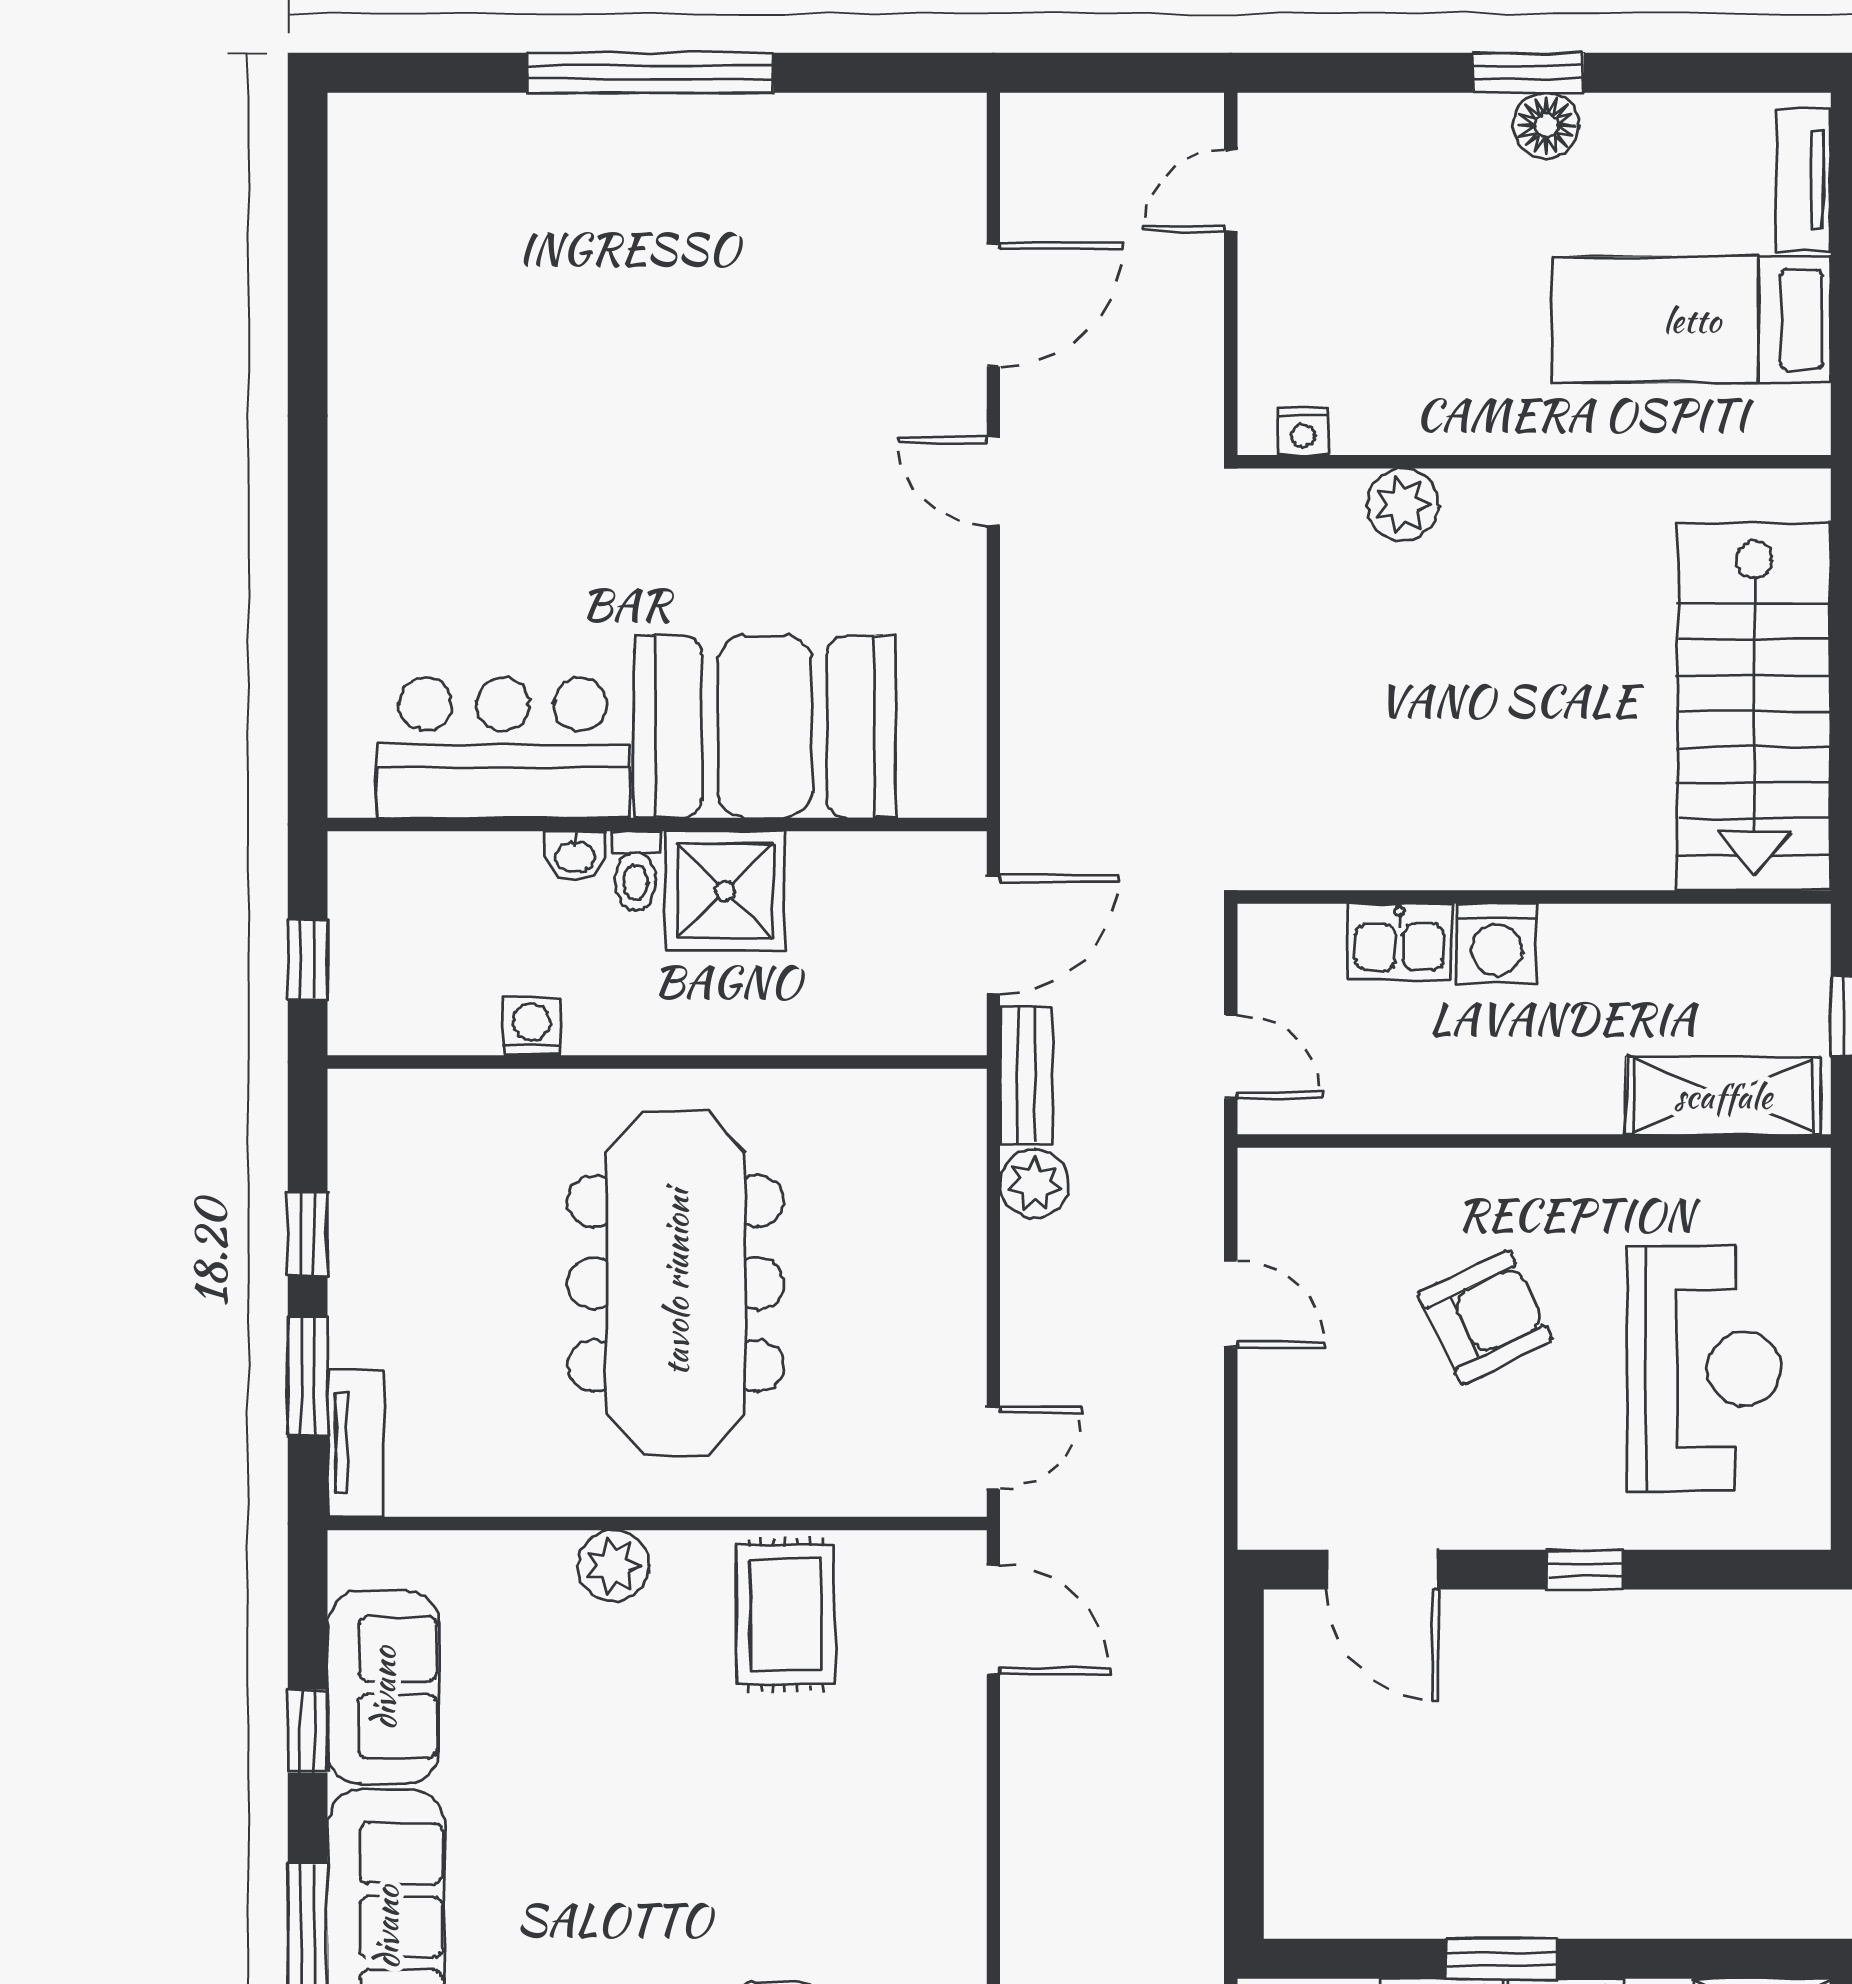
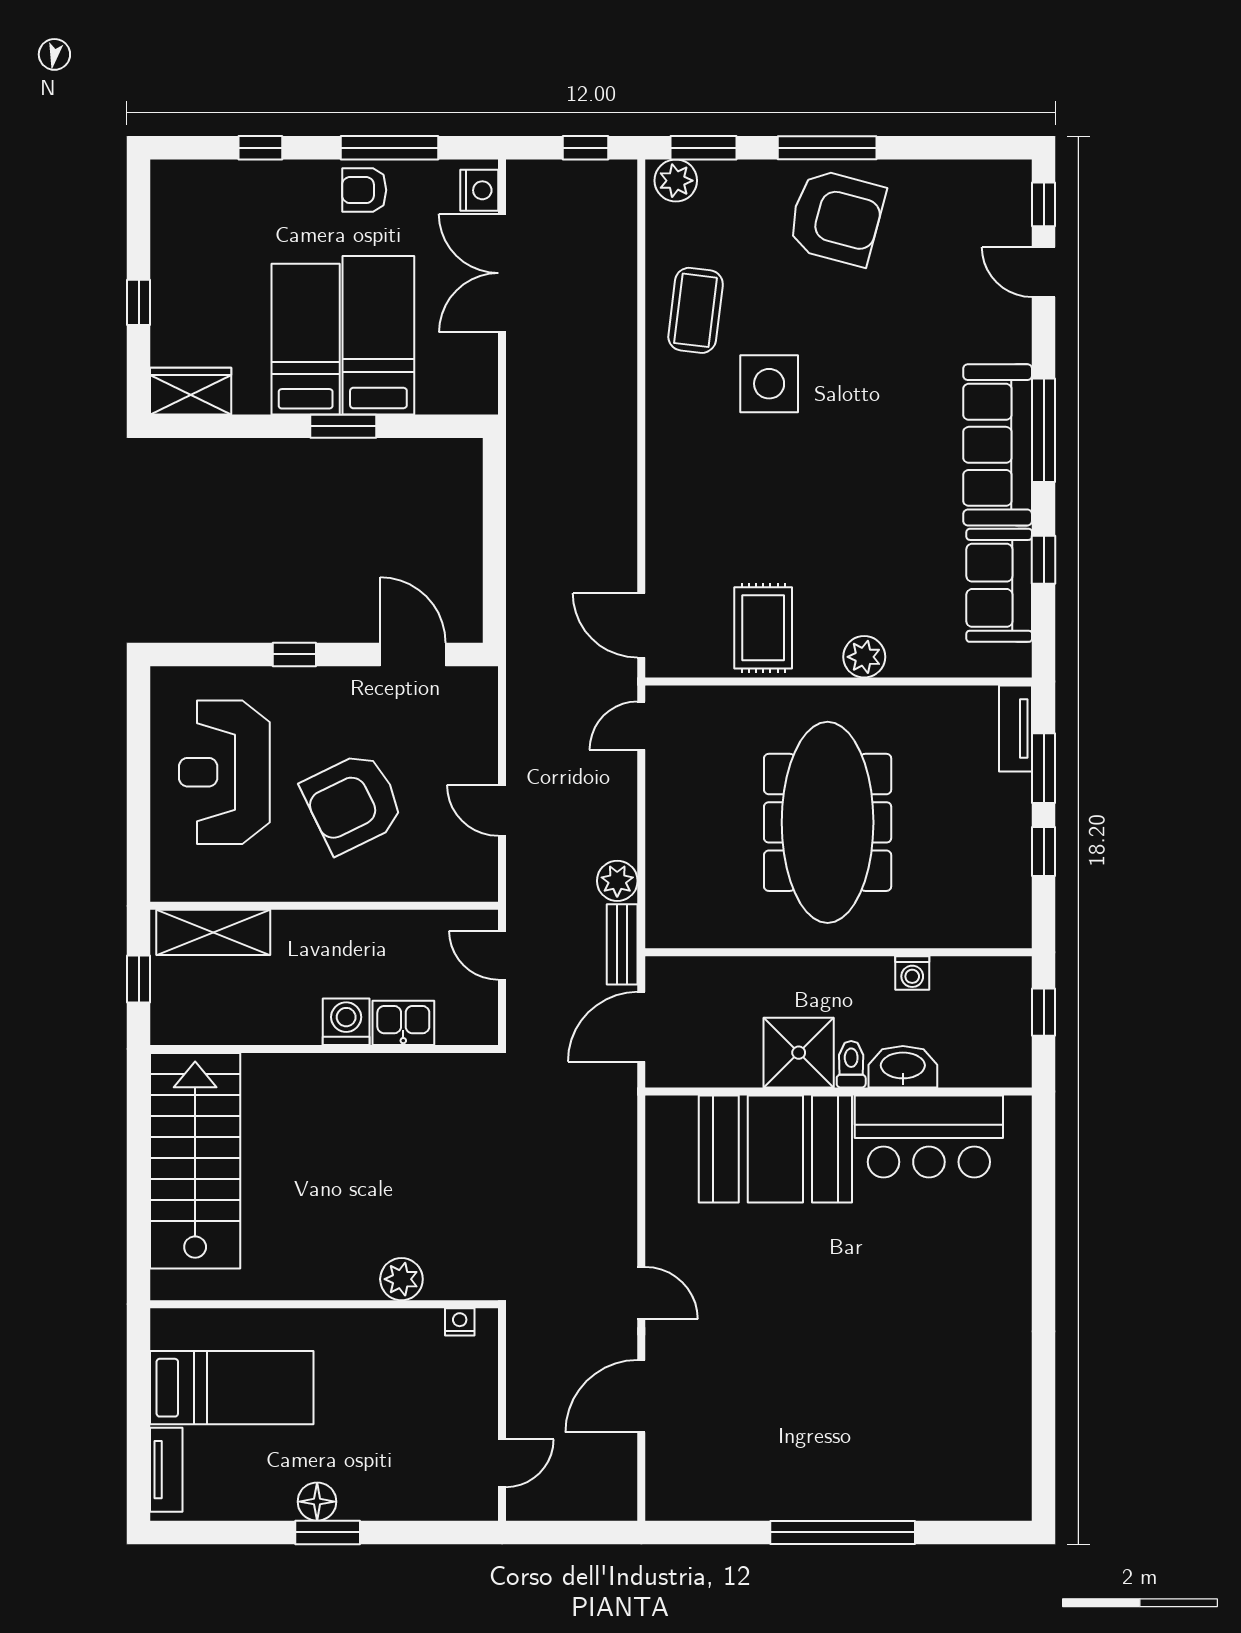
washbasin: (575, 856) -> (903, 1067), width x1.91, depth x1.45
armchair: (1485, 1317) -> (353, 803), width x1.36, depth x1.36

